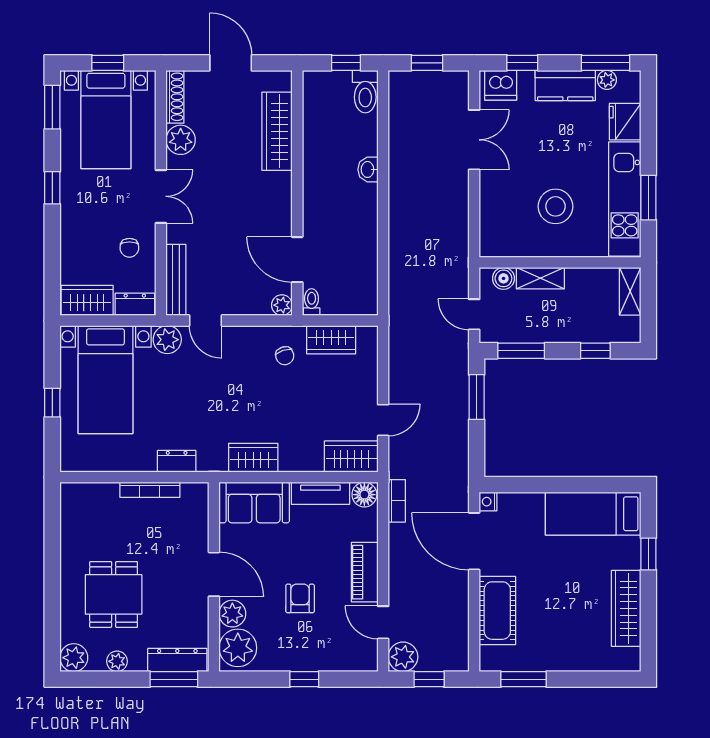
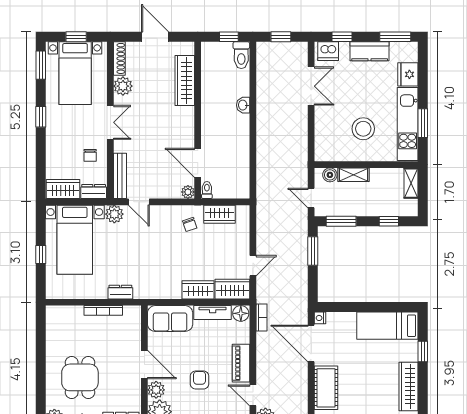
plant: (607, 80) -> (396, 48), removed
wardrobe: (253, 458) -> (198, 290), moved

